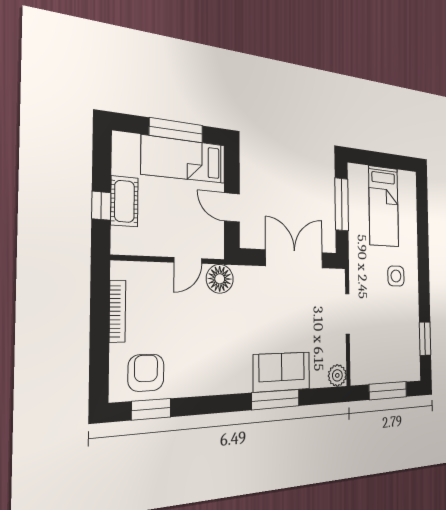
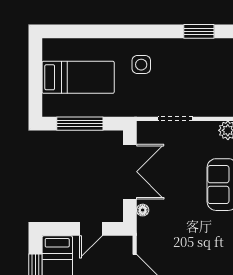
double door: (295, 259) -> (130, 172), swing flipped
floor lamp: (220, 279) -> (143, 210), moved, width x0.53, depth x0.53

